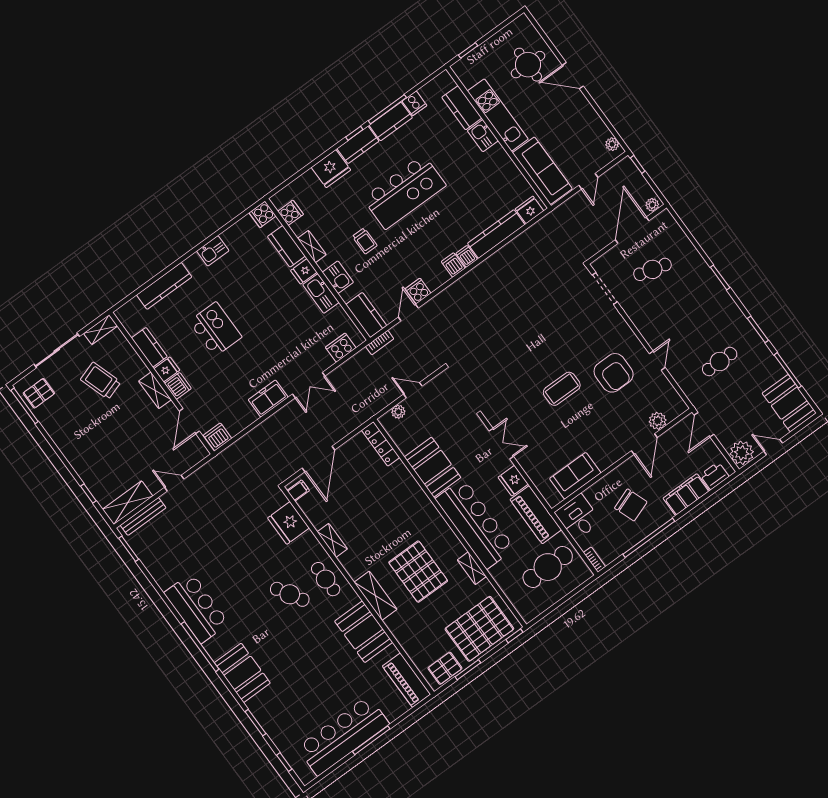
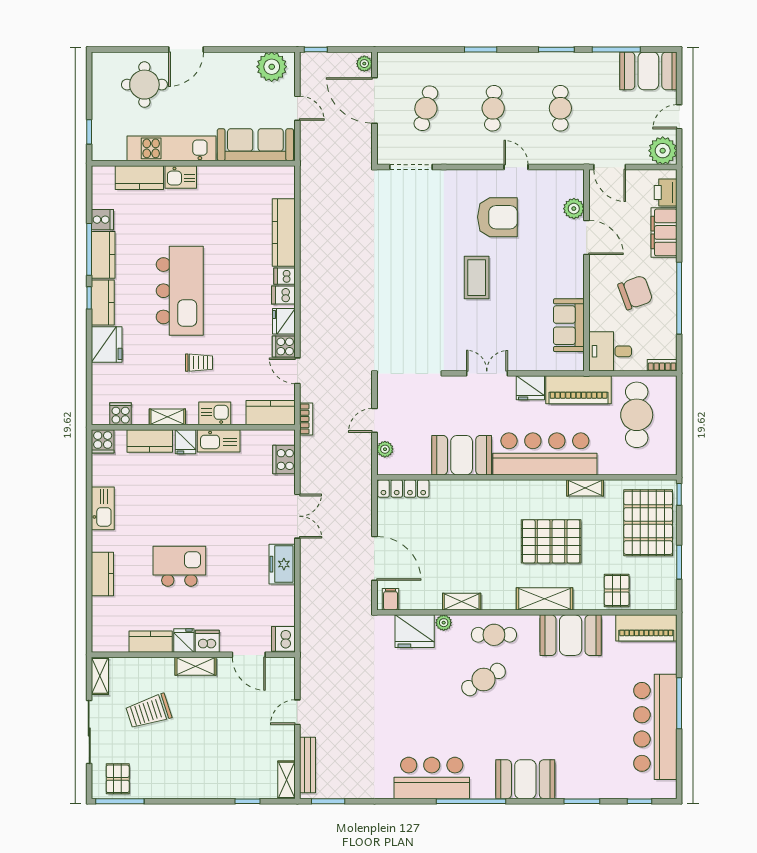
plant: (612, 144) -> (272, 67), width x1.87, depth x1.87
fridge: (530, 210) -> (284, 321), moved
kitchen sink: (213, 251) -> (103, 508), width x1.38
kitchen counter: (164, 286) -> (102, 574), width x0.67
cafe table: (686, 315) -> (493, 108), added
shelving: (128, 503) -> (286, 780), width x0.67, depth x0.75
plant: (309, 539) -> (444, 623), added
pallet: (445, 668) -> (617, 590), moved

